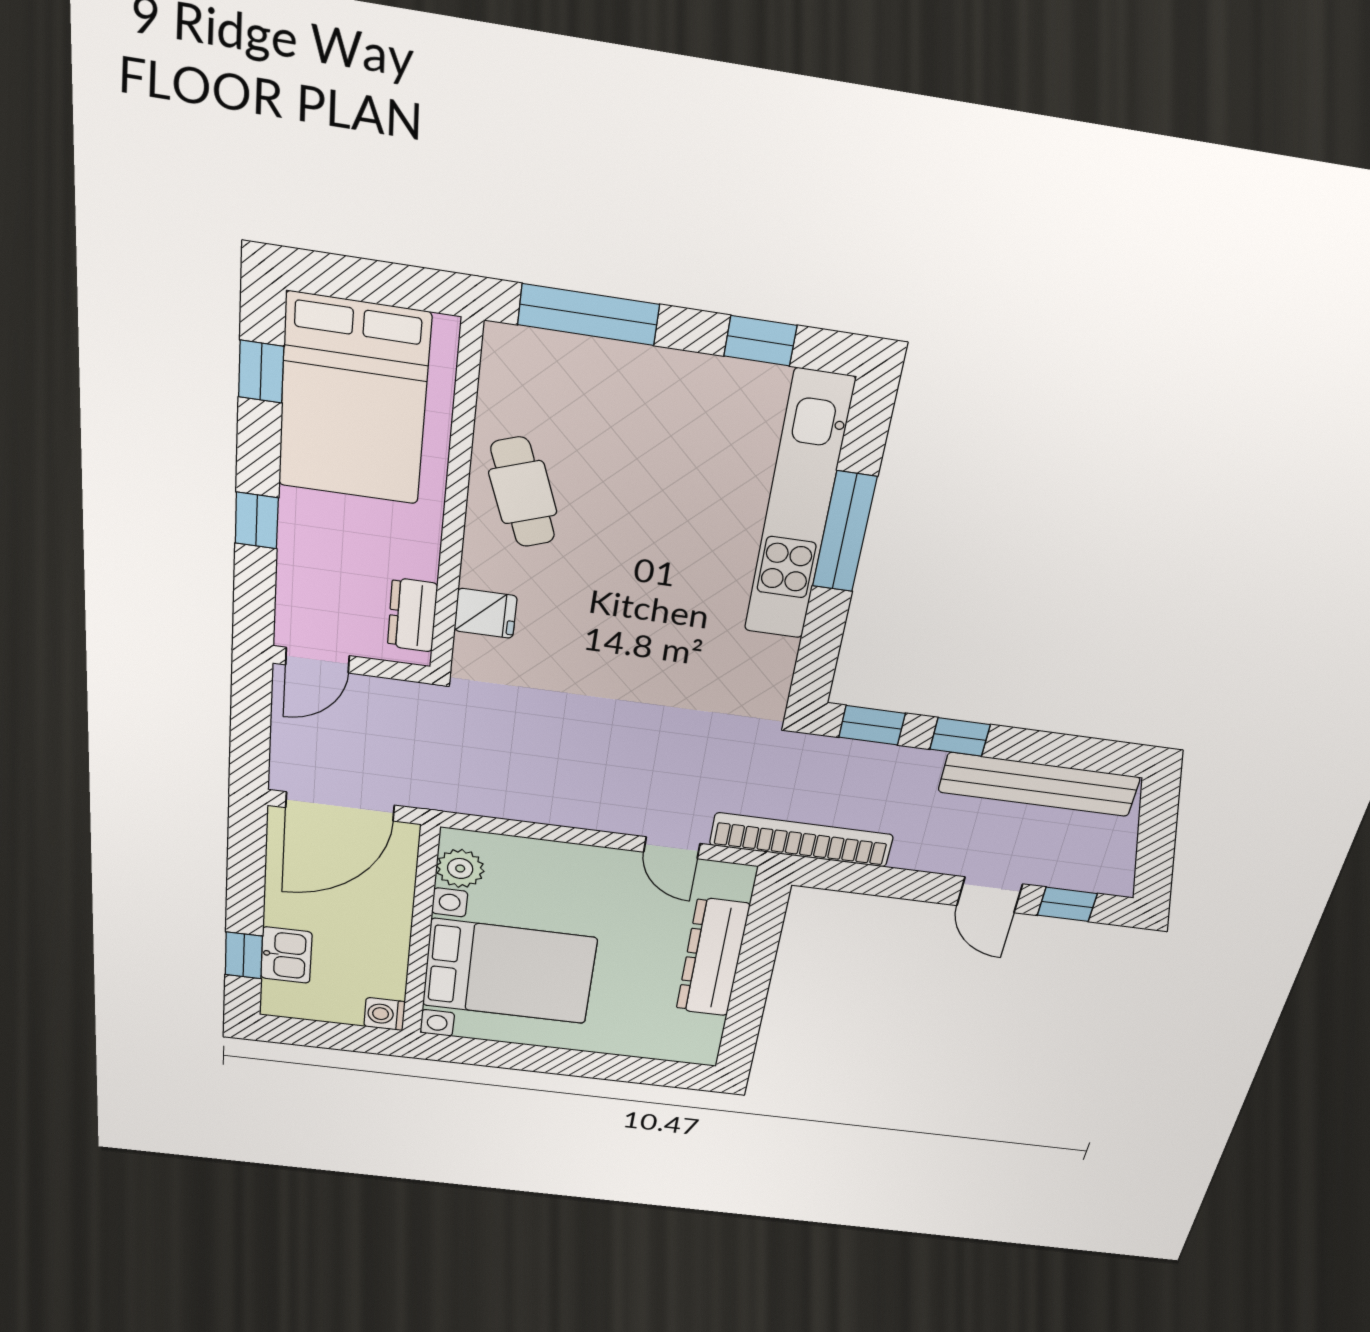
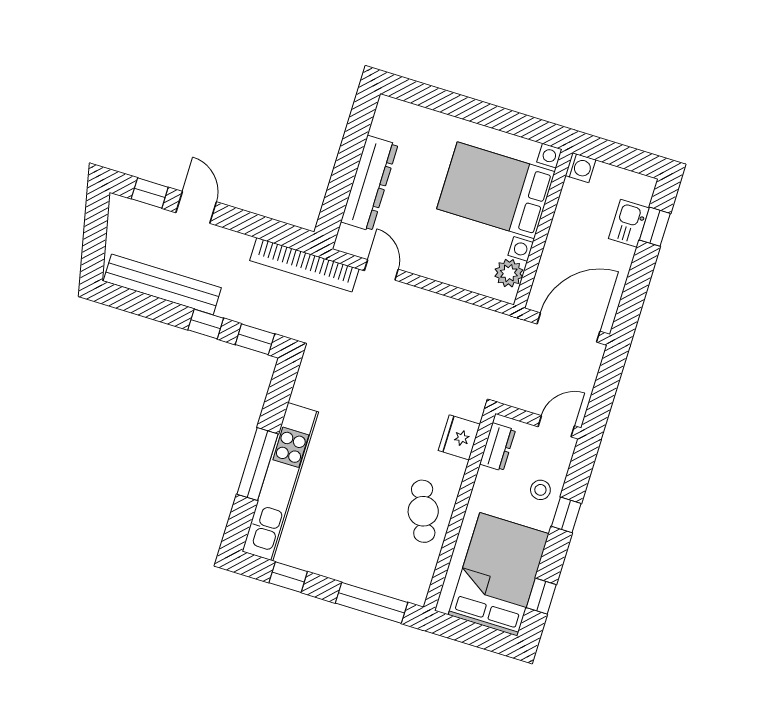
stool: (316, 556) -> (540, 490), added
fridge: (486, 613) -> (459, 437), width x1.38

